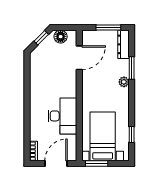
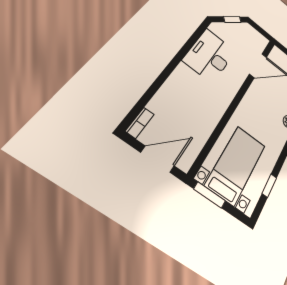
floor lamp: (61, 37) -> (251, 34), removed
desk: (62, 116) -> (210, 56), moved, turned 180

